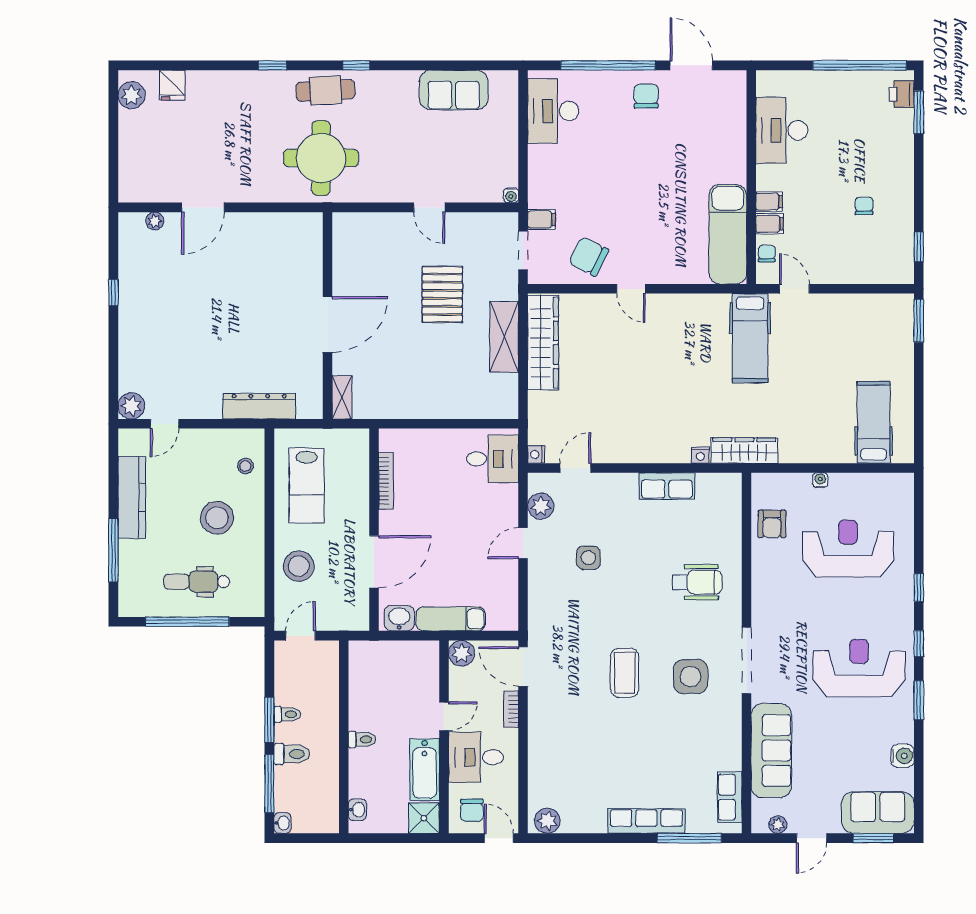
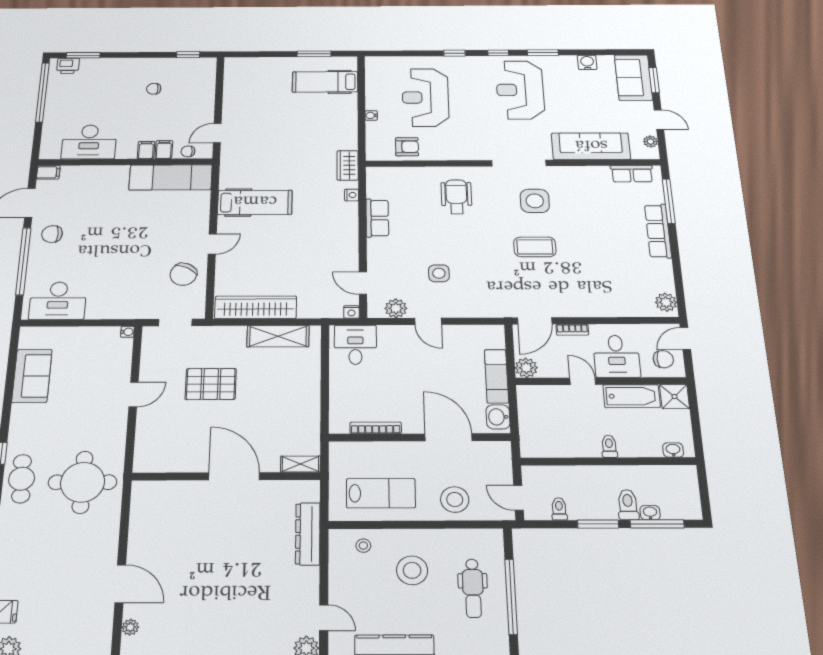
filing cabinet: (541, 219) -> (48, 172), moved, turned 90
window: (919, 321) -> (314, 54), moved
shelving: (504, 337) -> (278, 336), moved
hospital bed: (750, 338) -> (255, 202), moved
wardrobe: (744, 451) -> (348, 165), width x0.67
toilet: (287, 714) -> (559, 509), moved
washbasin: (282, 823) -> (650, 513), moved

